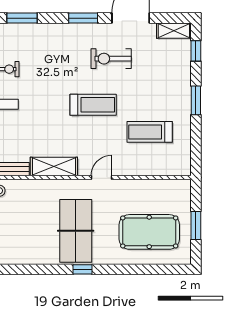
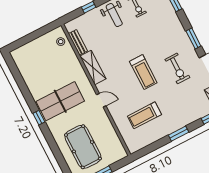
exercise bike: (111, 59) -> (177, 68), turned 180
treadmill: (150, 132) -> (144, 115), turned -90

